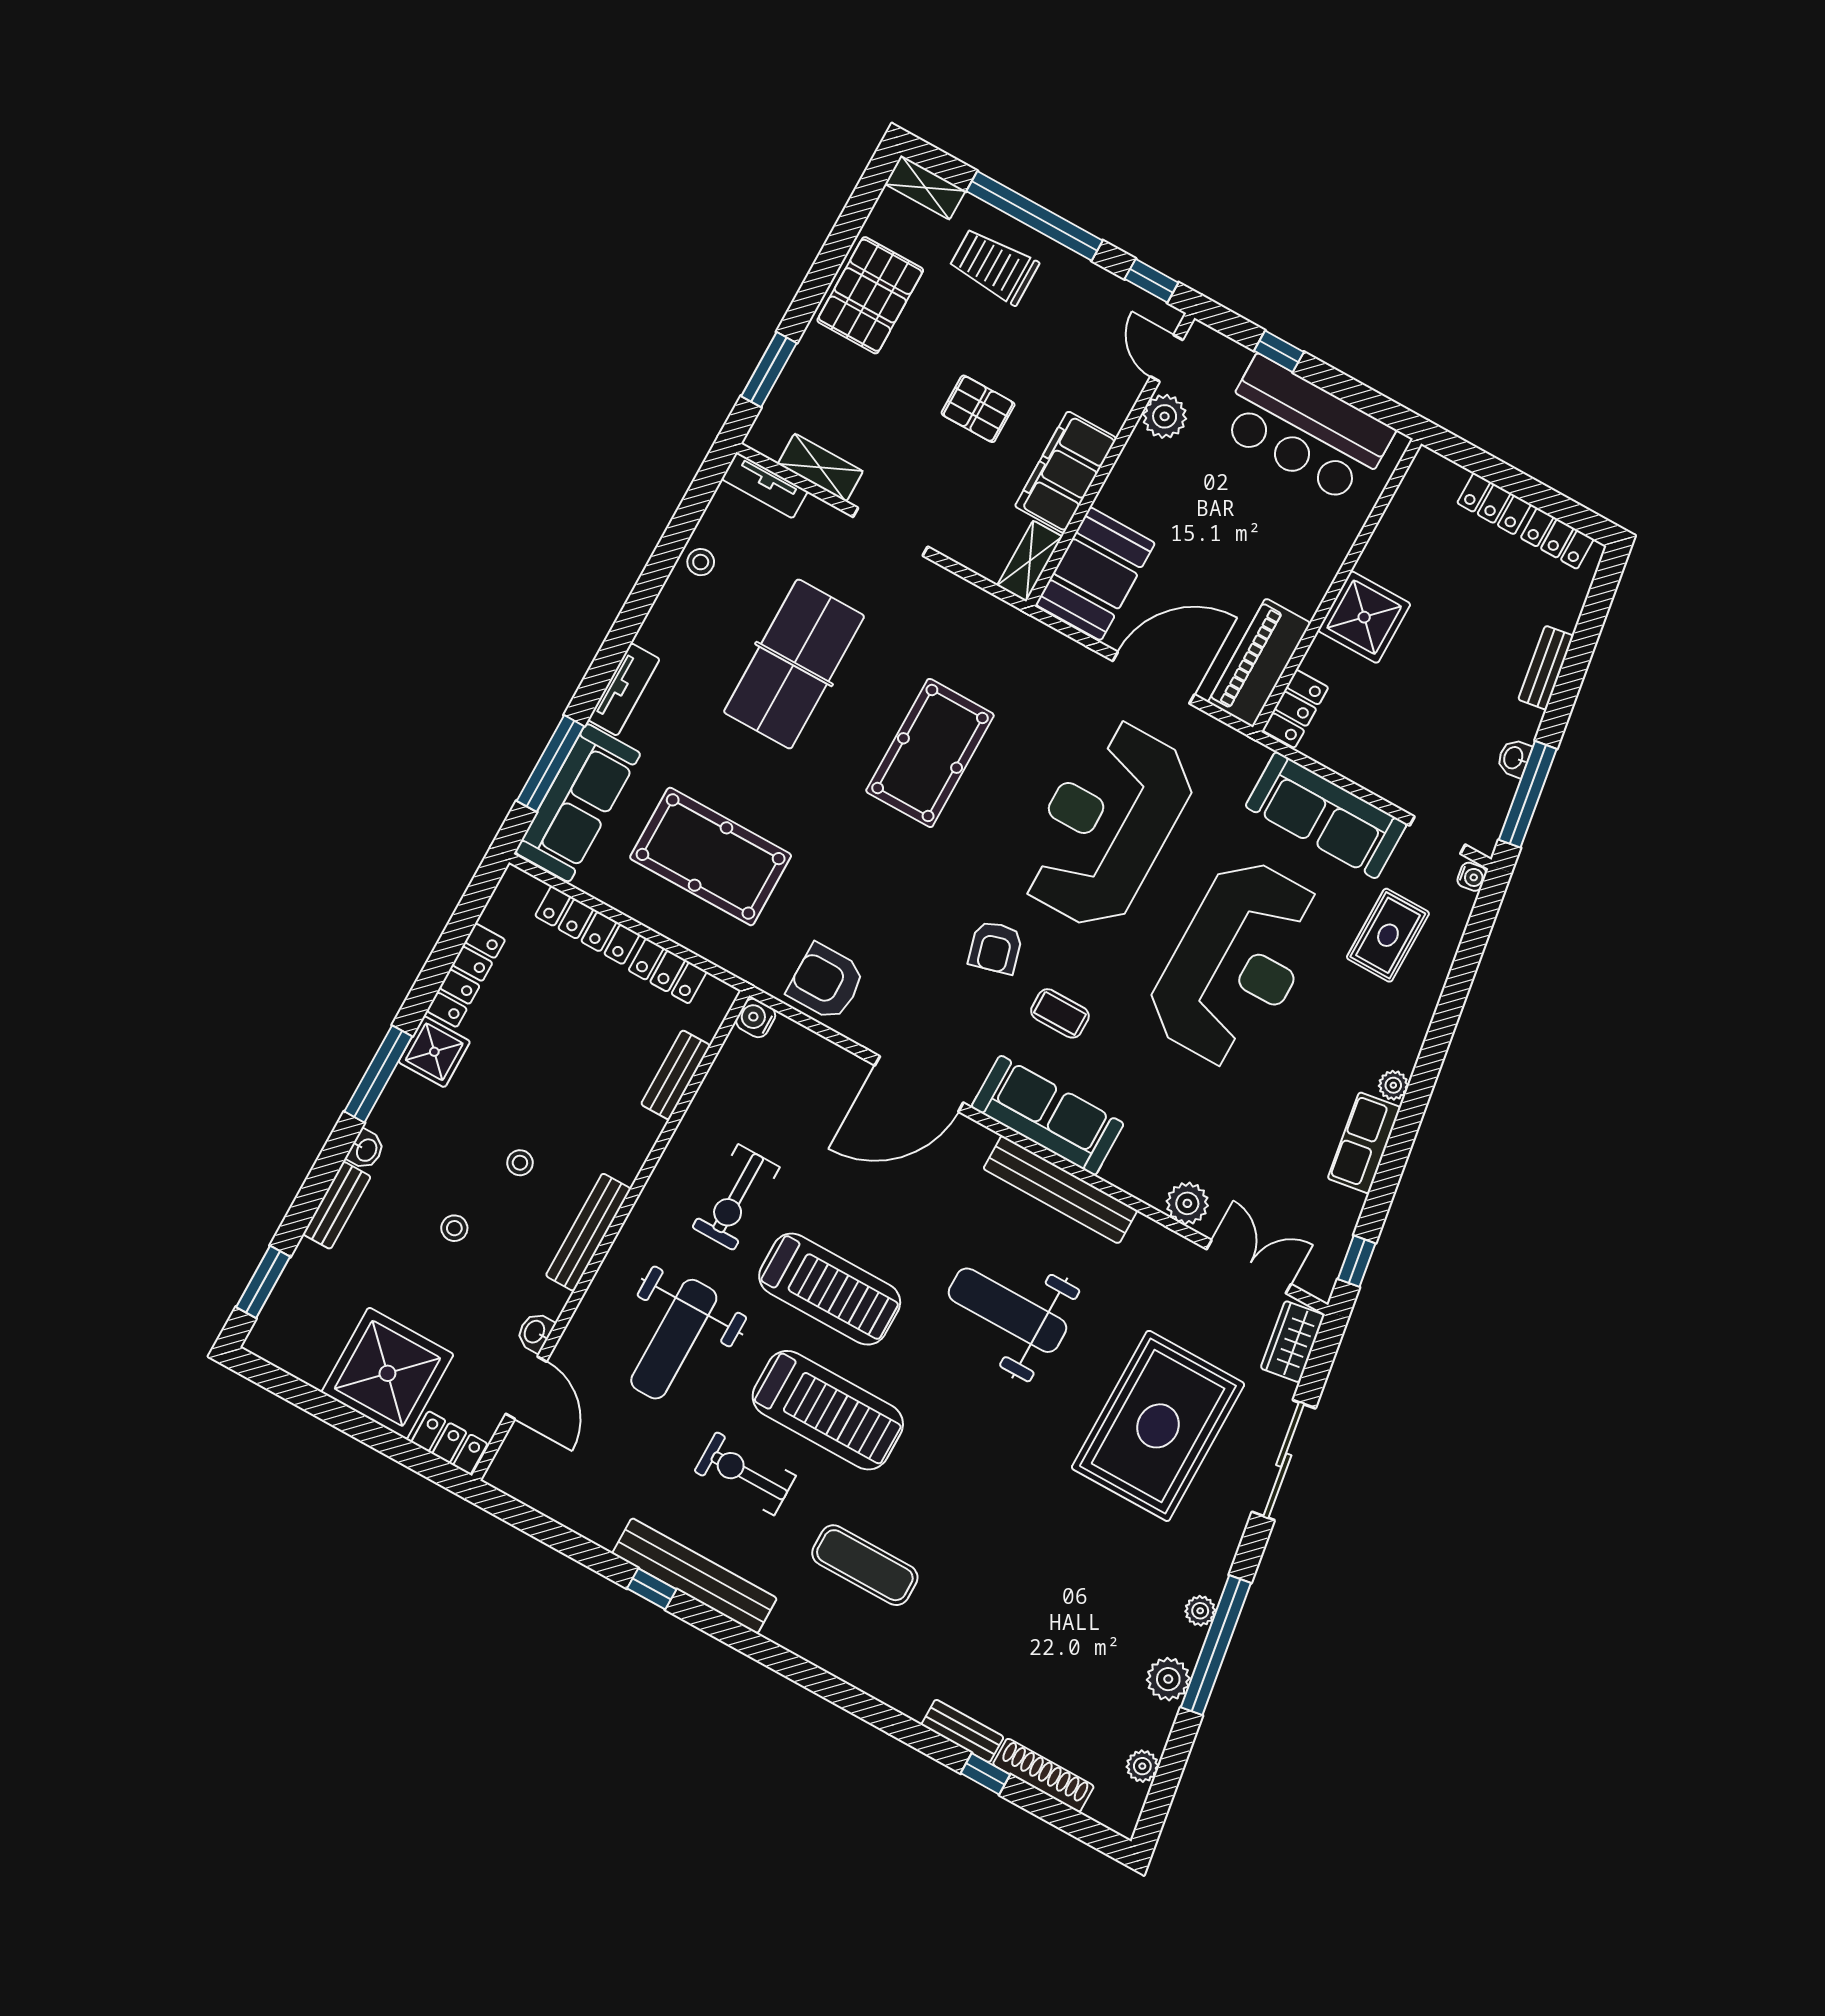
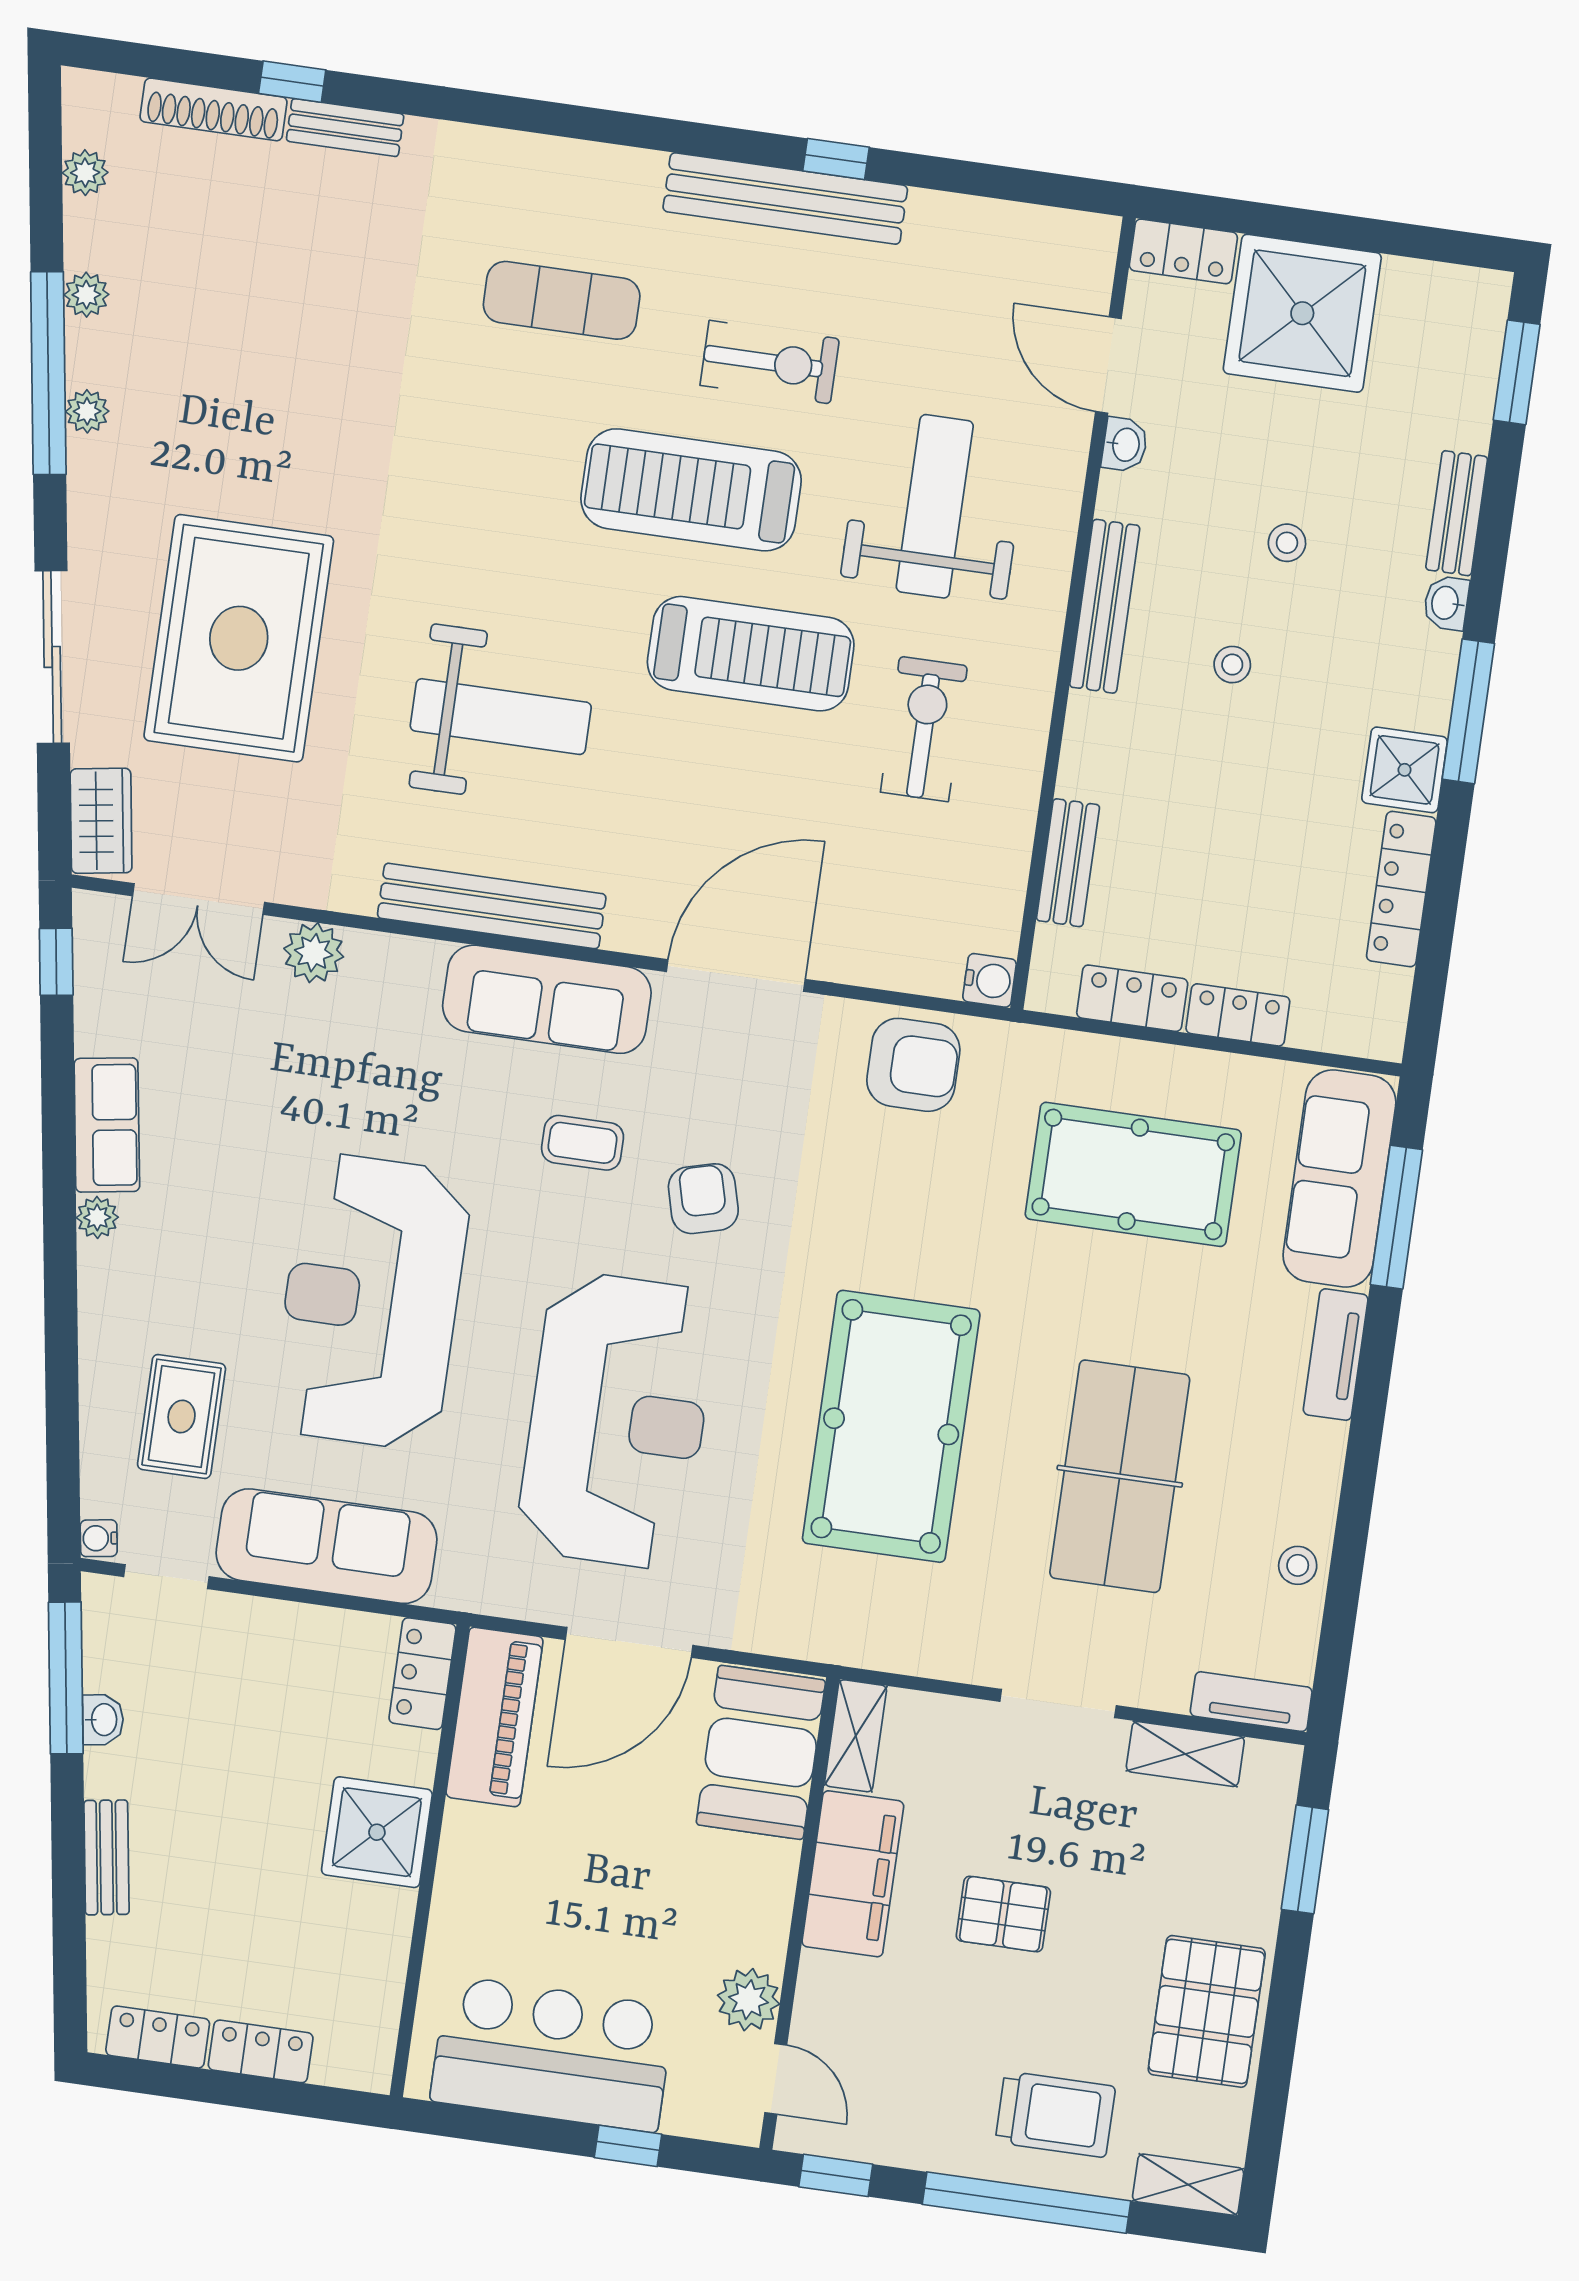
pool table: (930, 753) -> (891, 1426), width x1.36, depth x1.32
locker: (587, 925) -> (1238, 1015), width x0.66
treadmill: (830, 1289) -> (751, 654), turned 180
plant: (1168, 1679) -> (86, 295), width x0.73, depth x0.73

